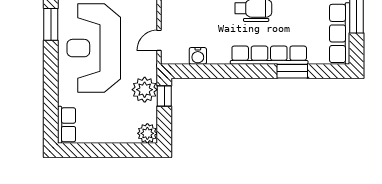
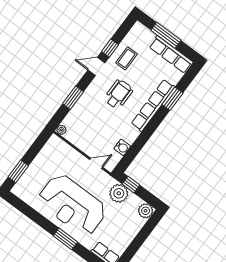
window: (51, 24) -> (65, 239), moved
door: (159, 40) -> (96, 163), swing flipped

